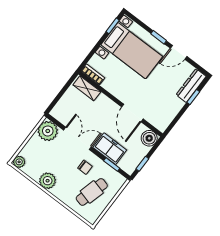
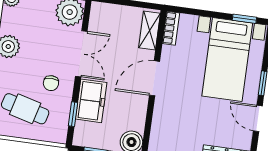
door: (132, 113) -> (154, 78), moved

